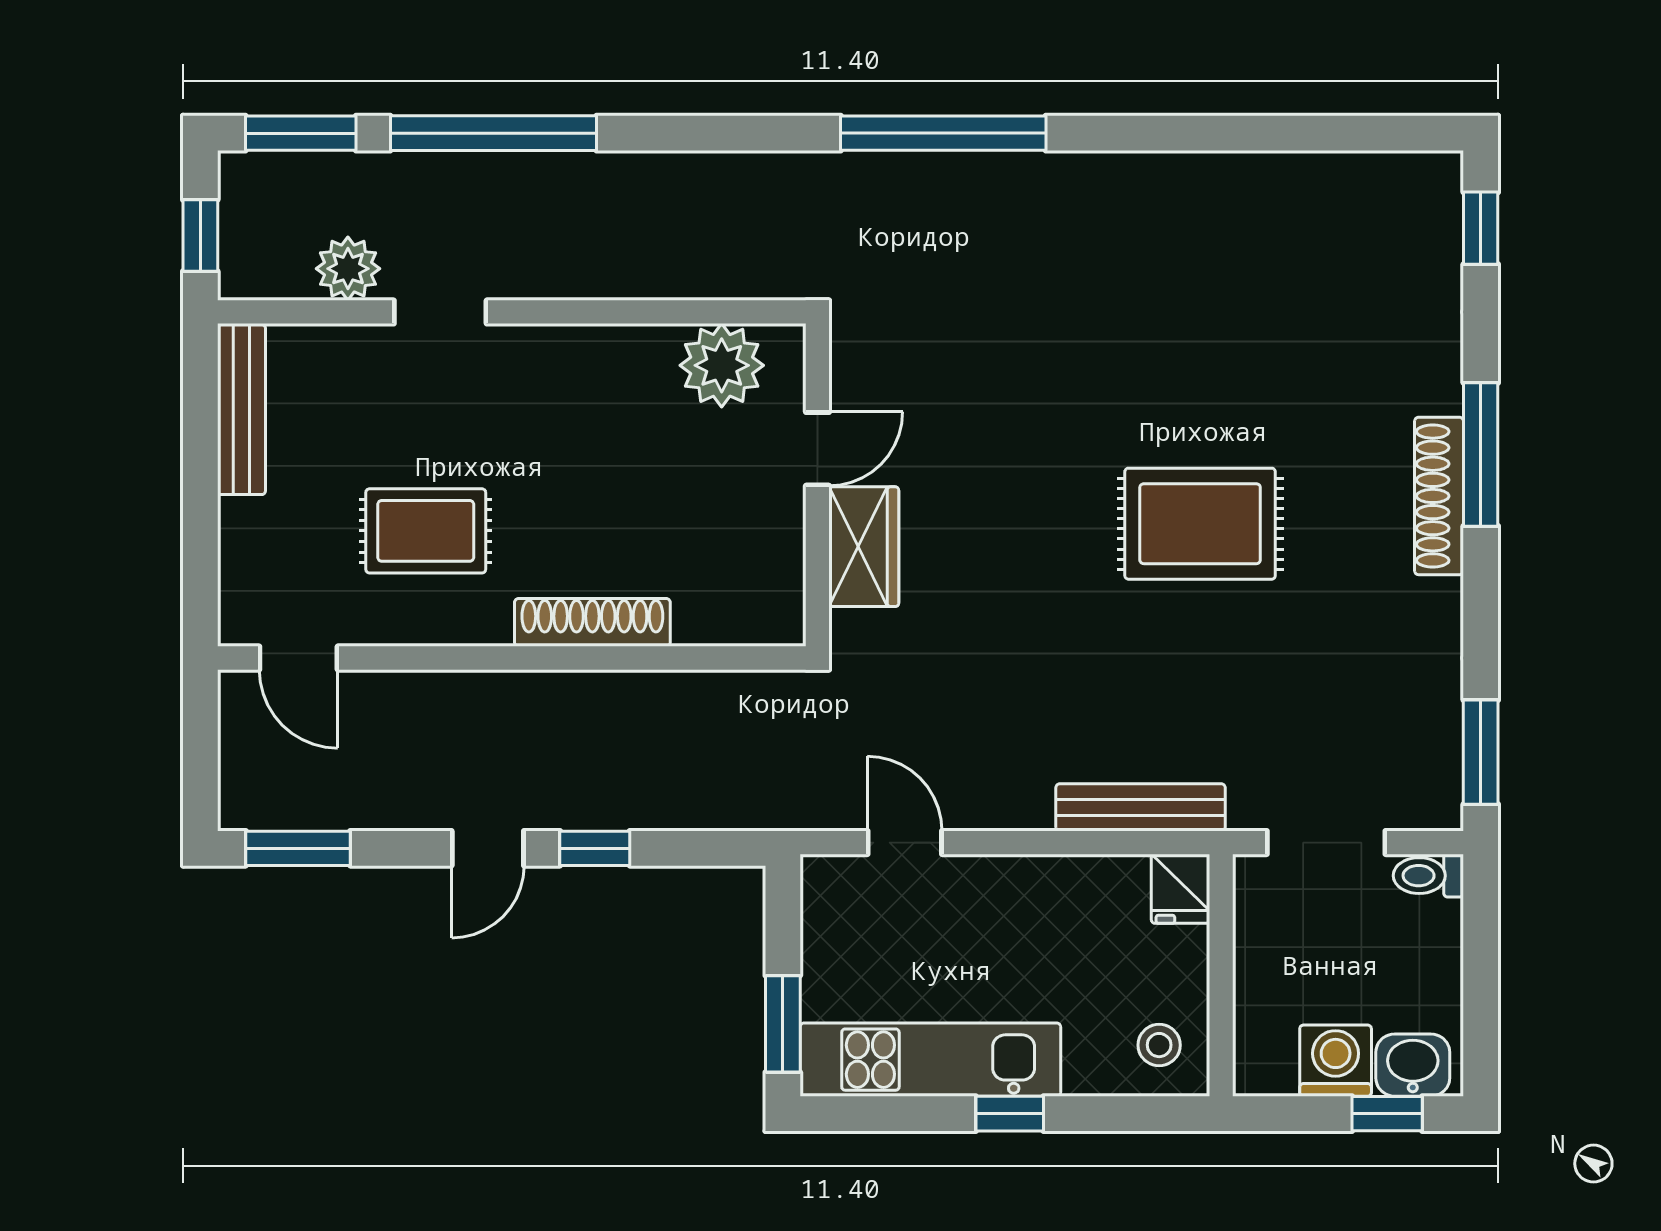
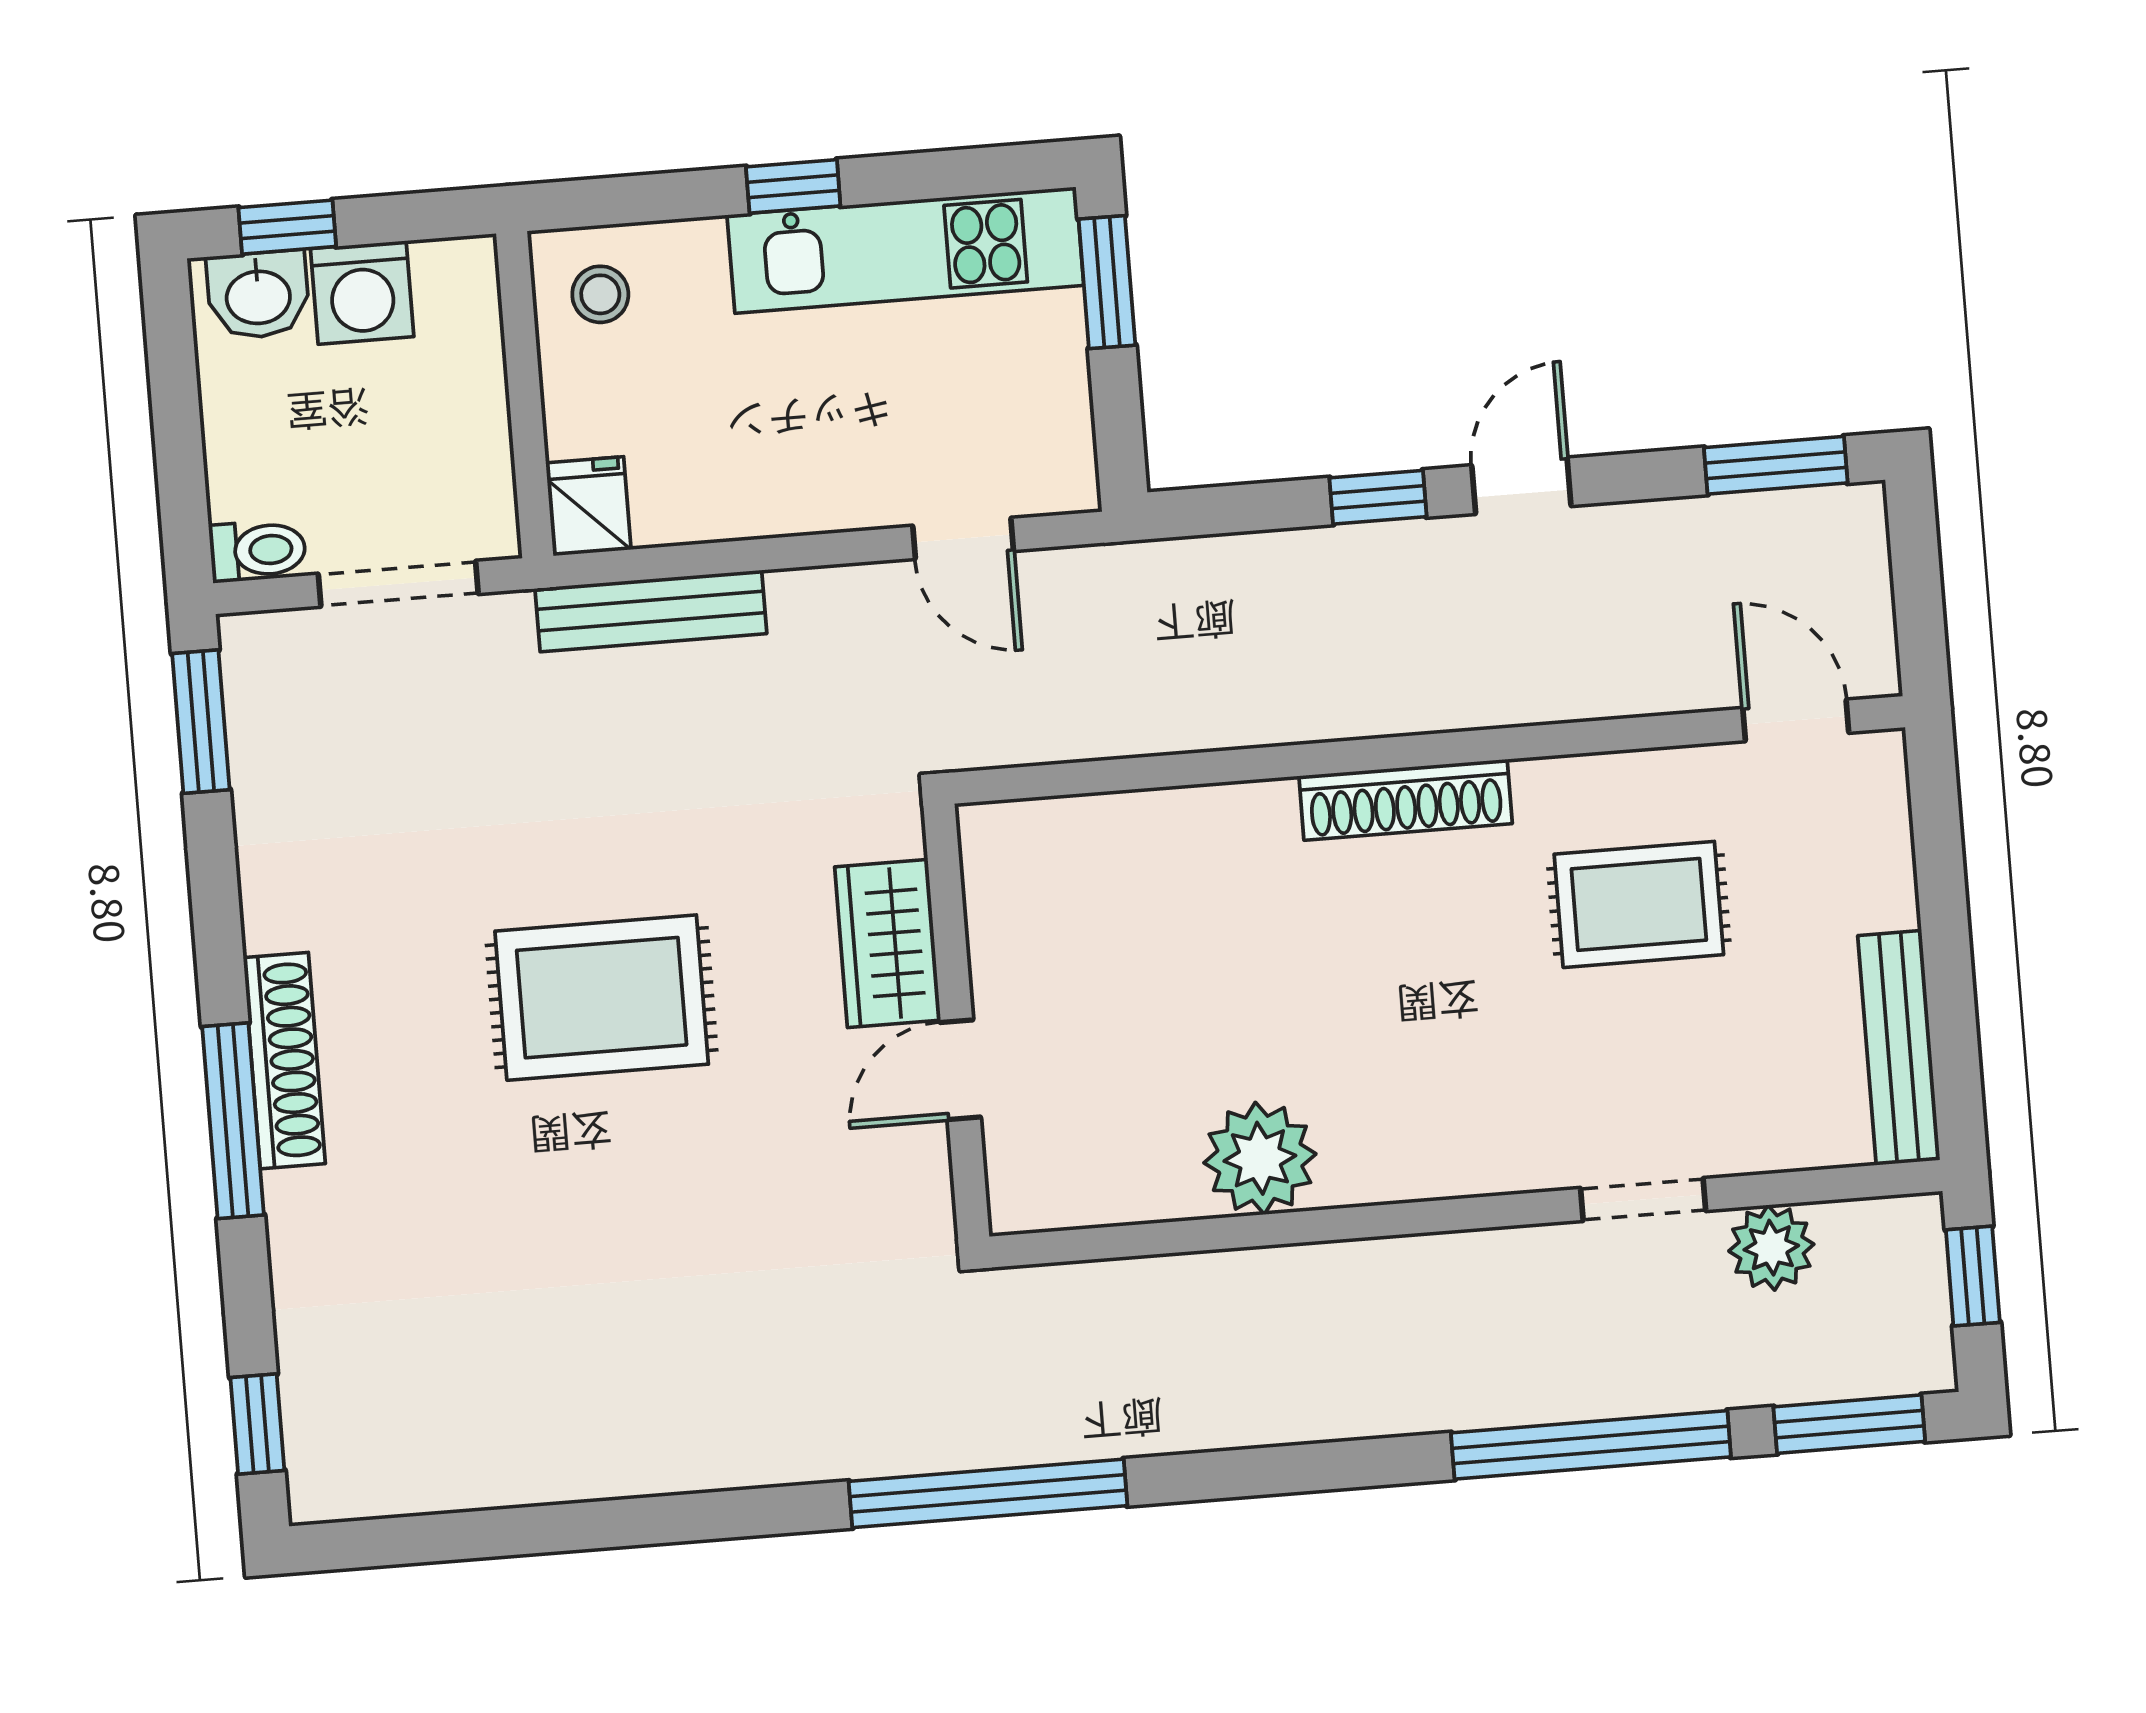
door: (817, 449) -> (960, 1070), moved
wall: (817, 485) -> (956, 1021), moved
wardrobe: (864, 547) -> (888, 944), moved

